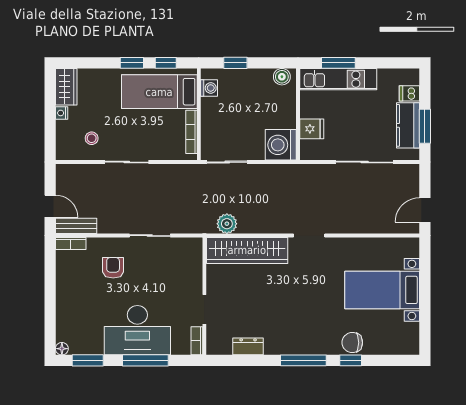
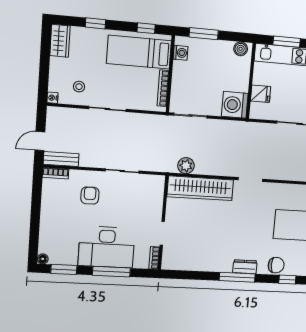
window: (132, 63) -> (95, 23), moved
window: (235, 63) -> (204, 34), width x1.50
nightstand: (62, 113) -> (52, 98), moved
door: (50, 206) -> (40, 141), swing flipped
chair: (352, 343) -> (276, 265), turned 180
dresser: (248, 346) -> (245, 267), moved
window: (351, 360) -> (287, 280), moved

